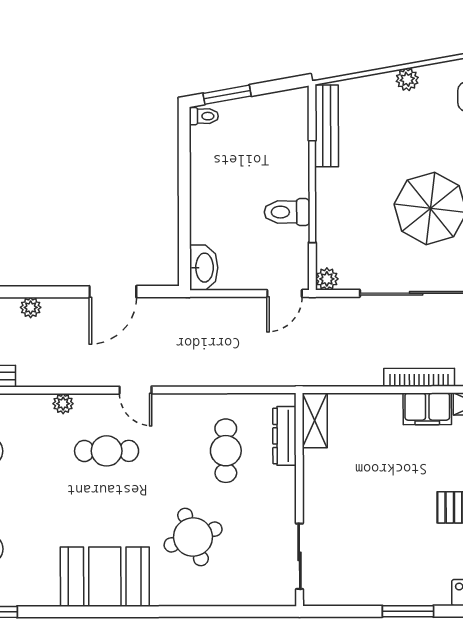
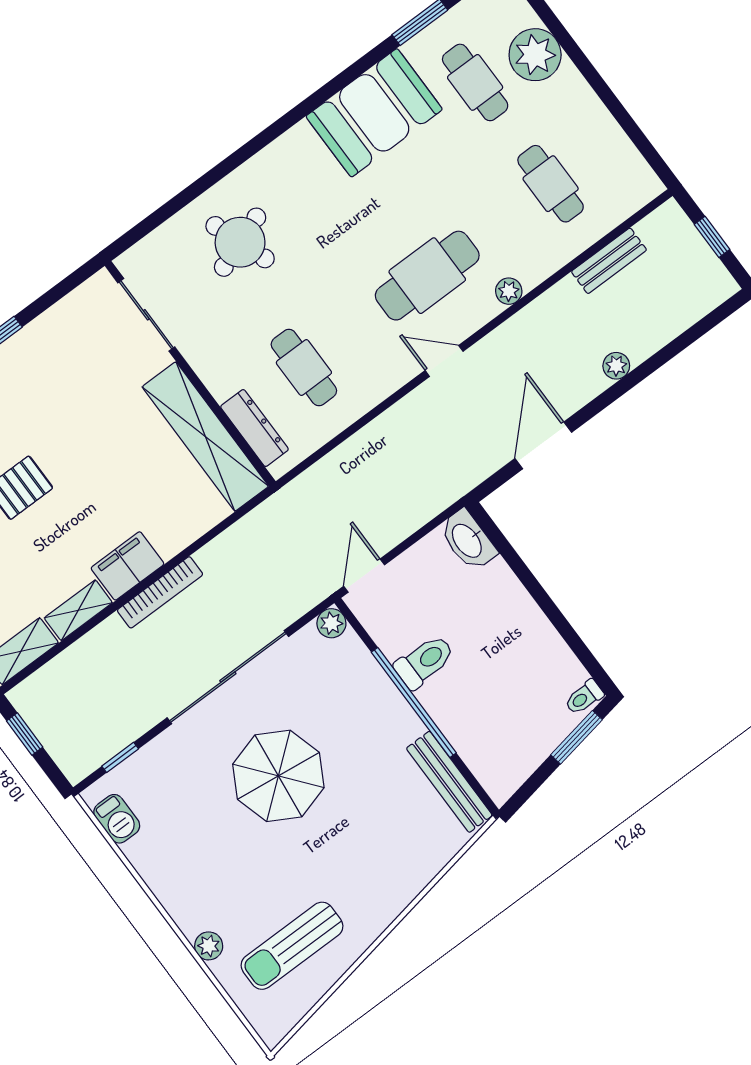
plant: (407, 79) -> (402, 892), removed
shelving: (315, 420) -> (205, 436), width x2.20, depth x1.33
cafe table: (107, 451) -> (427, 276), width x1.37, depth x1.35
round table: (193, 537) -> (240, 242), moved
booth: (105, 577) -> (374, 113), moved

